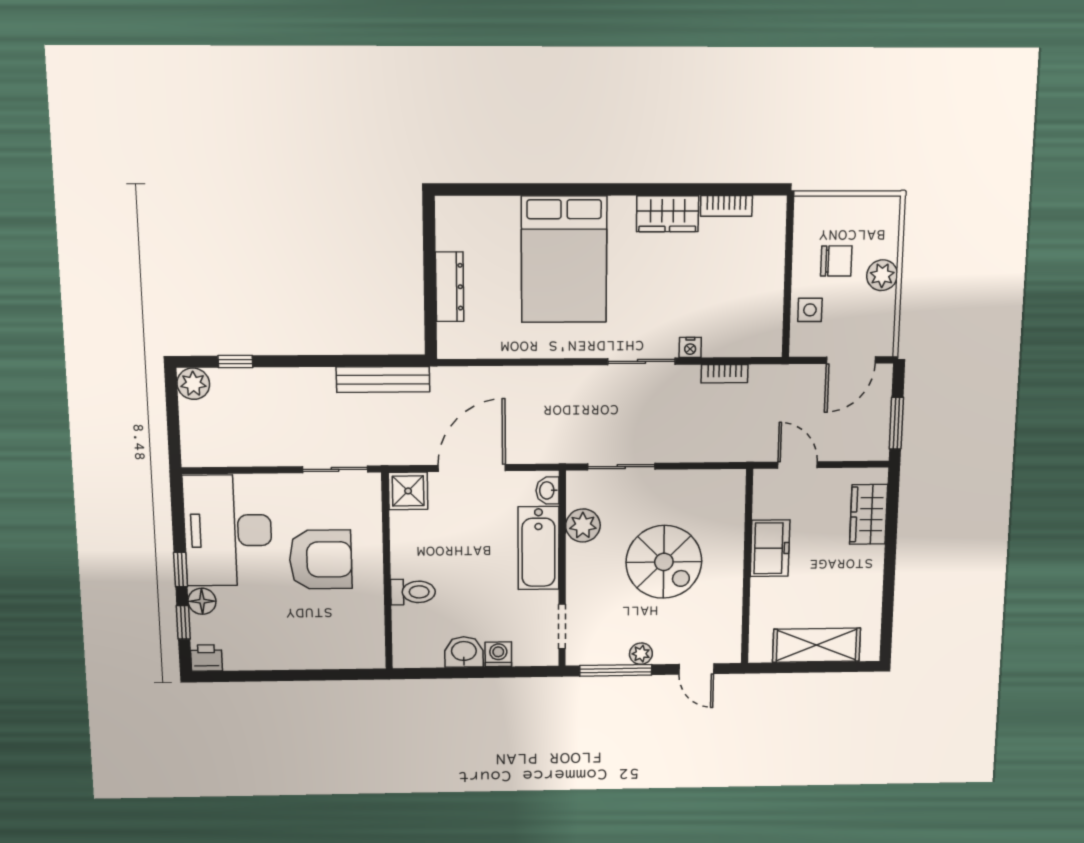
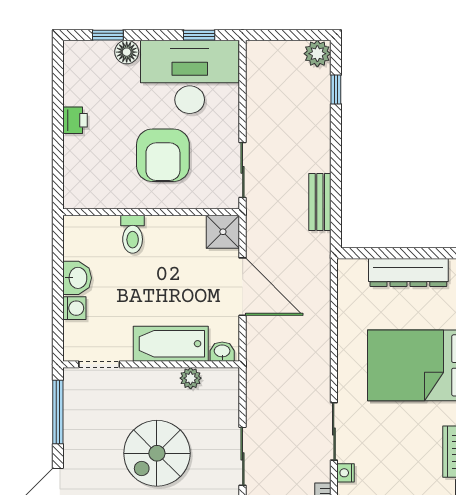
dresser: (450, 287) -> (408, 272), width x1.37, depth x1.24
bench: (383, 379) -> (320, 202), width x0.73
sliding door: (621, 467) -> (243, 456), moved
plant: (583, 525) -> (191, 378), width x0.73, depth x0.73
window: (181, 570) -> (199, 35), moved
plant: (641, 654) -> (73, 434), removed
printer: (206, 658) -> (75, 120), moved

